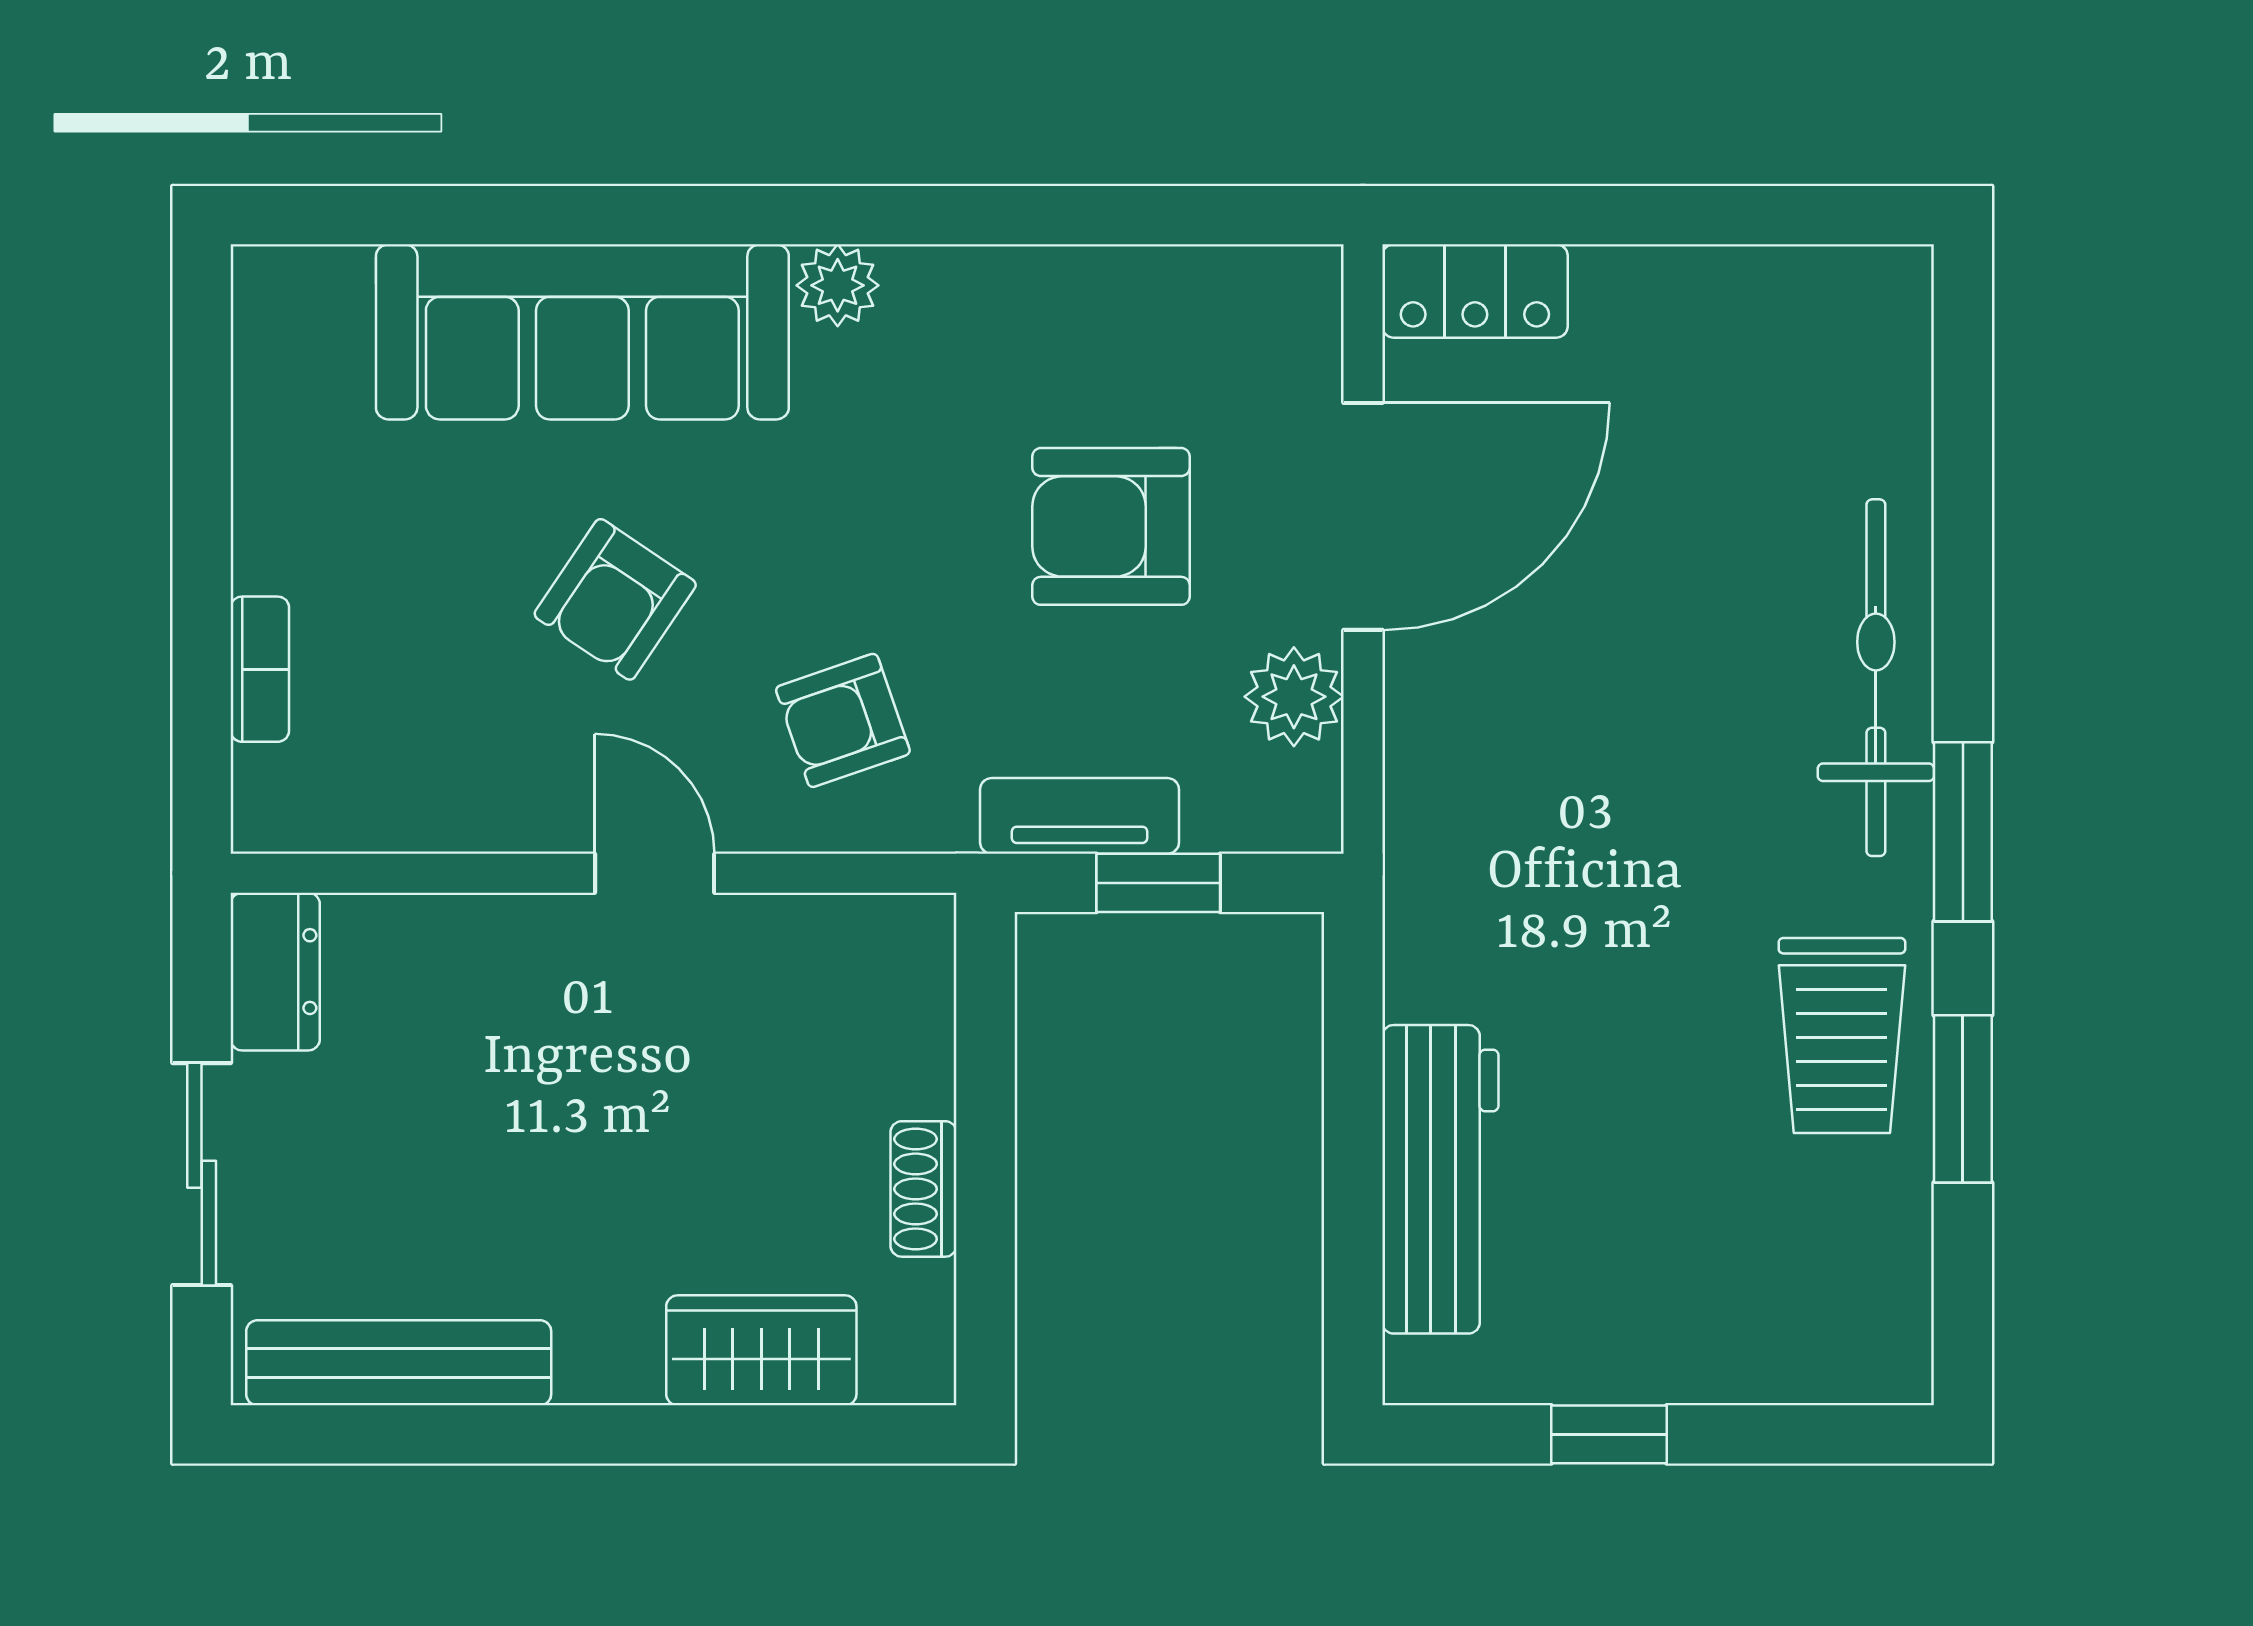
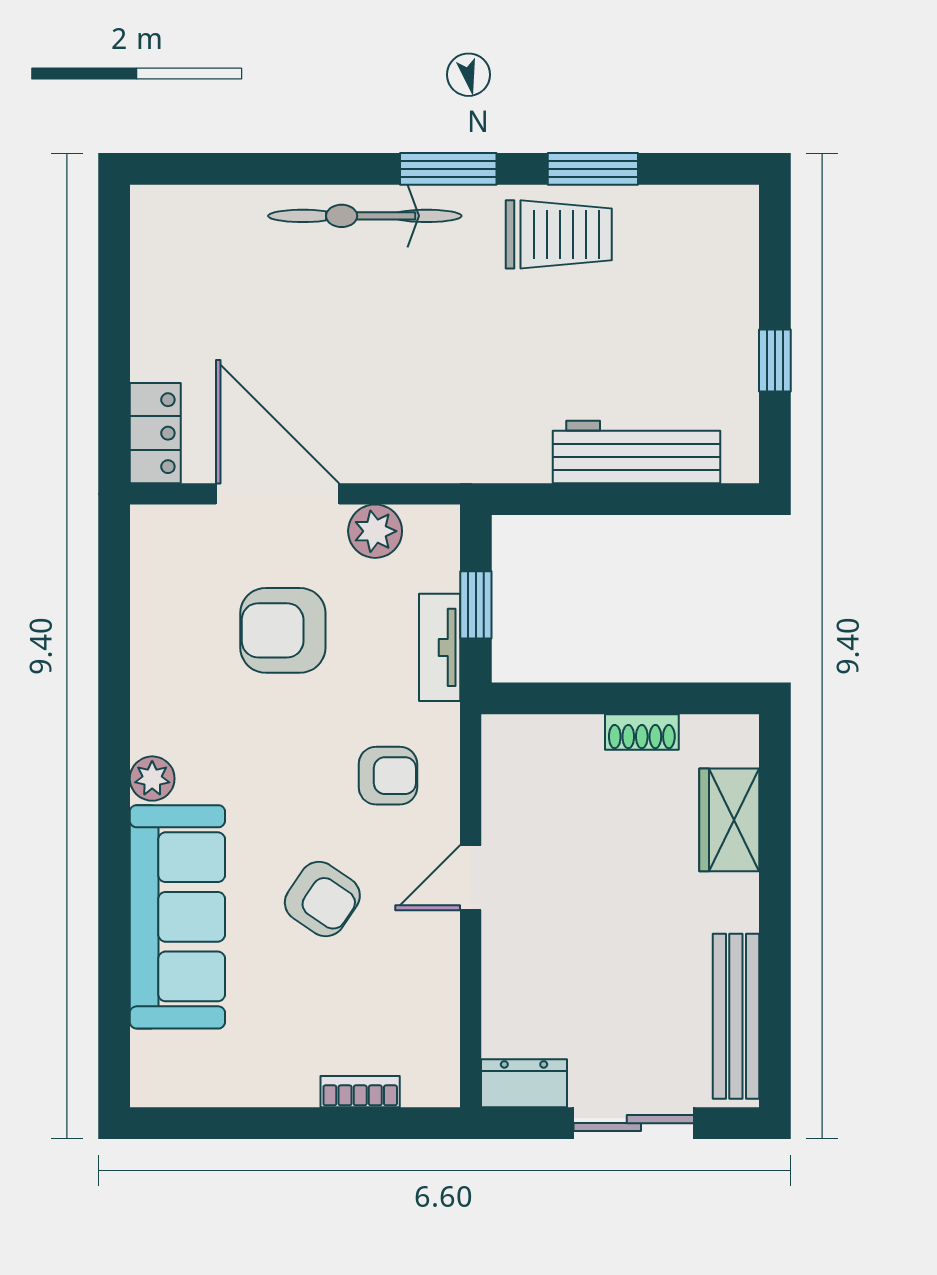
armchair: (1111, 526) -> (283, 630), turned 90
armchair: (843, 720) -> (388, 776), turned -71

